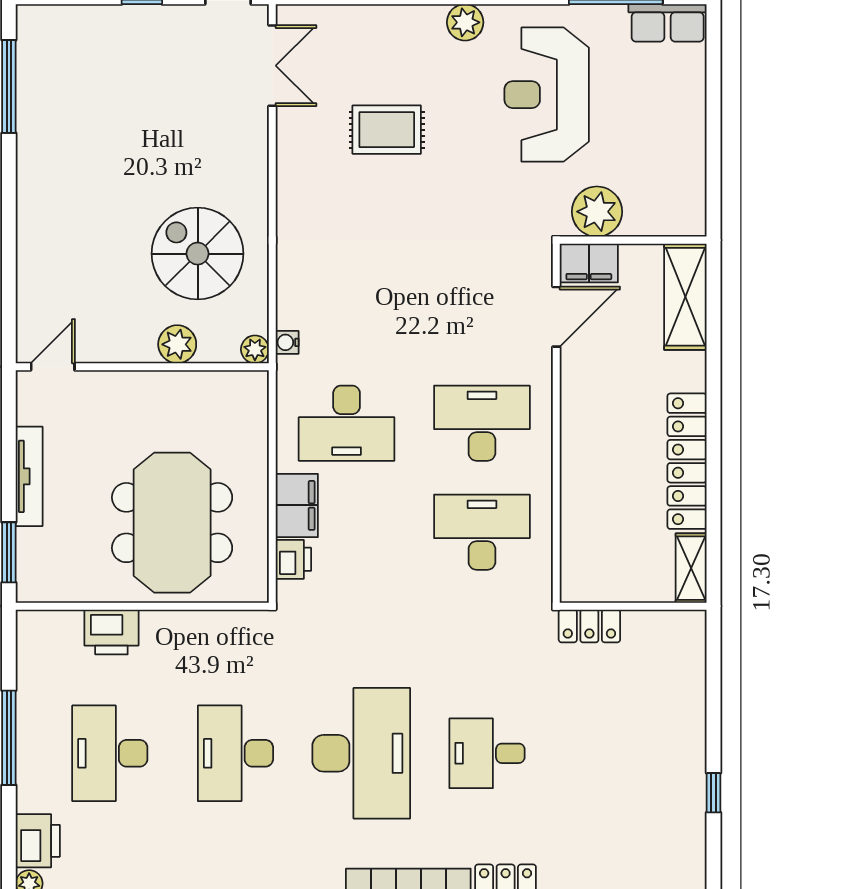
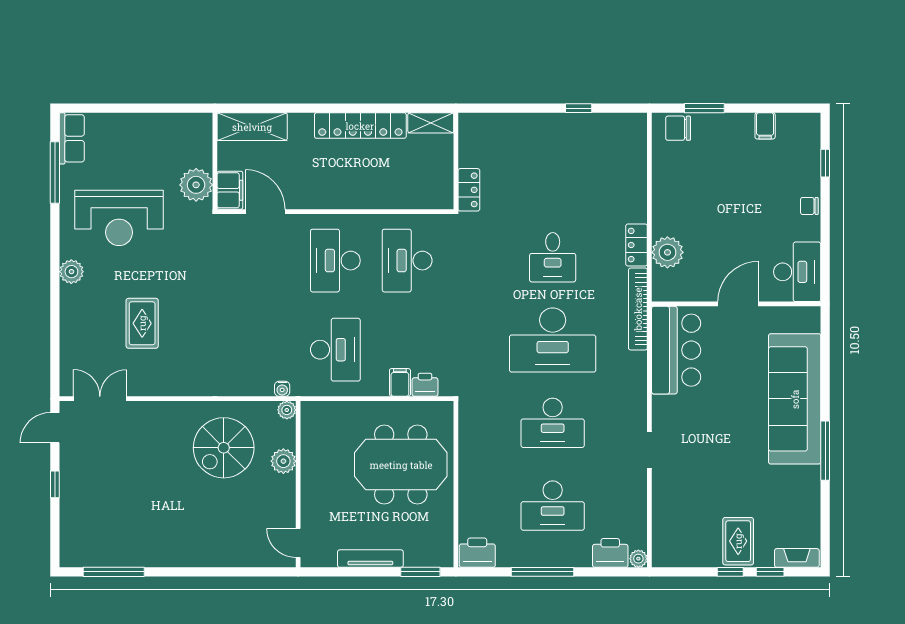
filing cabinet: (297, 505) -> (400, 382), width x0.50
printer: (111, 632) -> (477, 553), moved, turned -90
desk: (361, 753) -> (553, 340), turned 180

